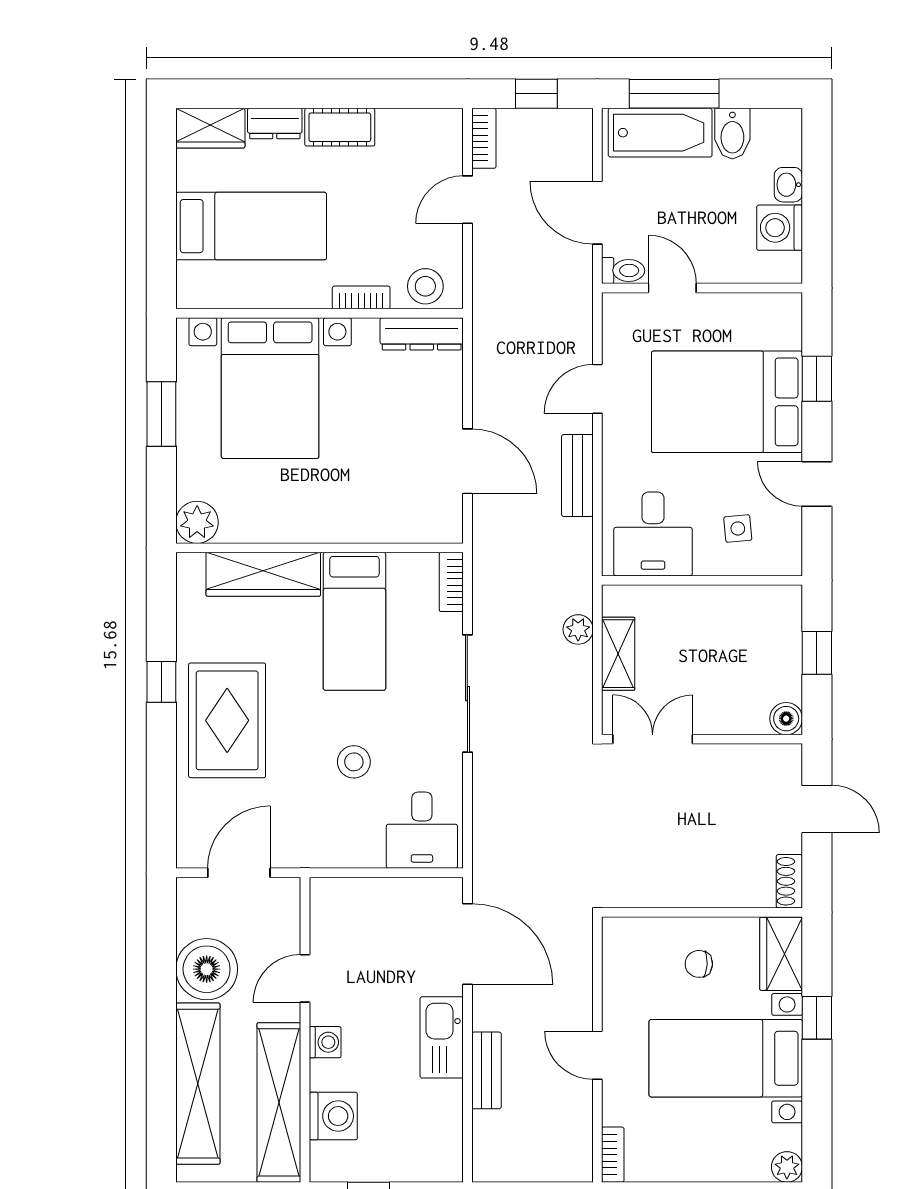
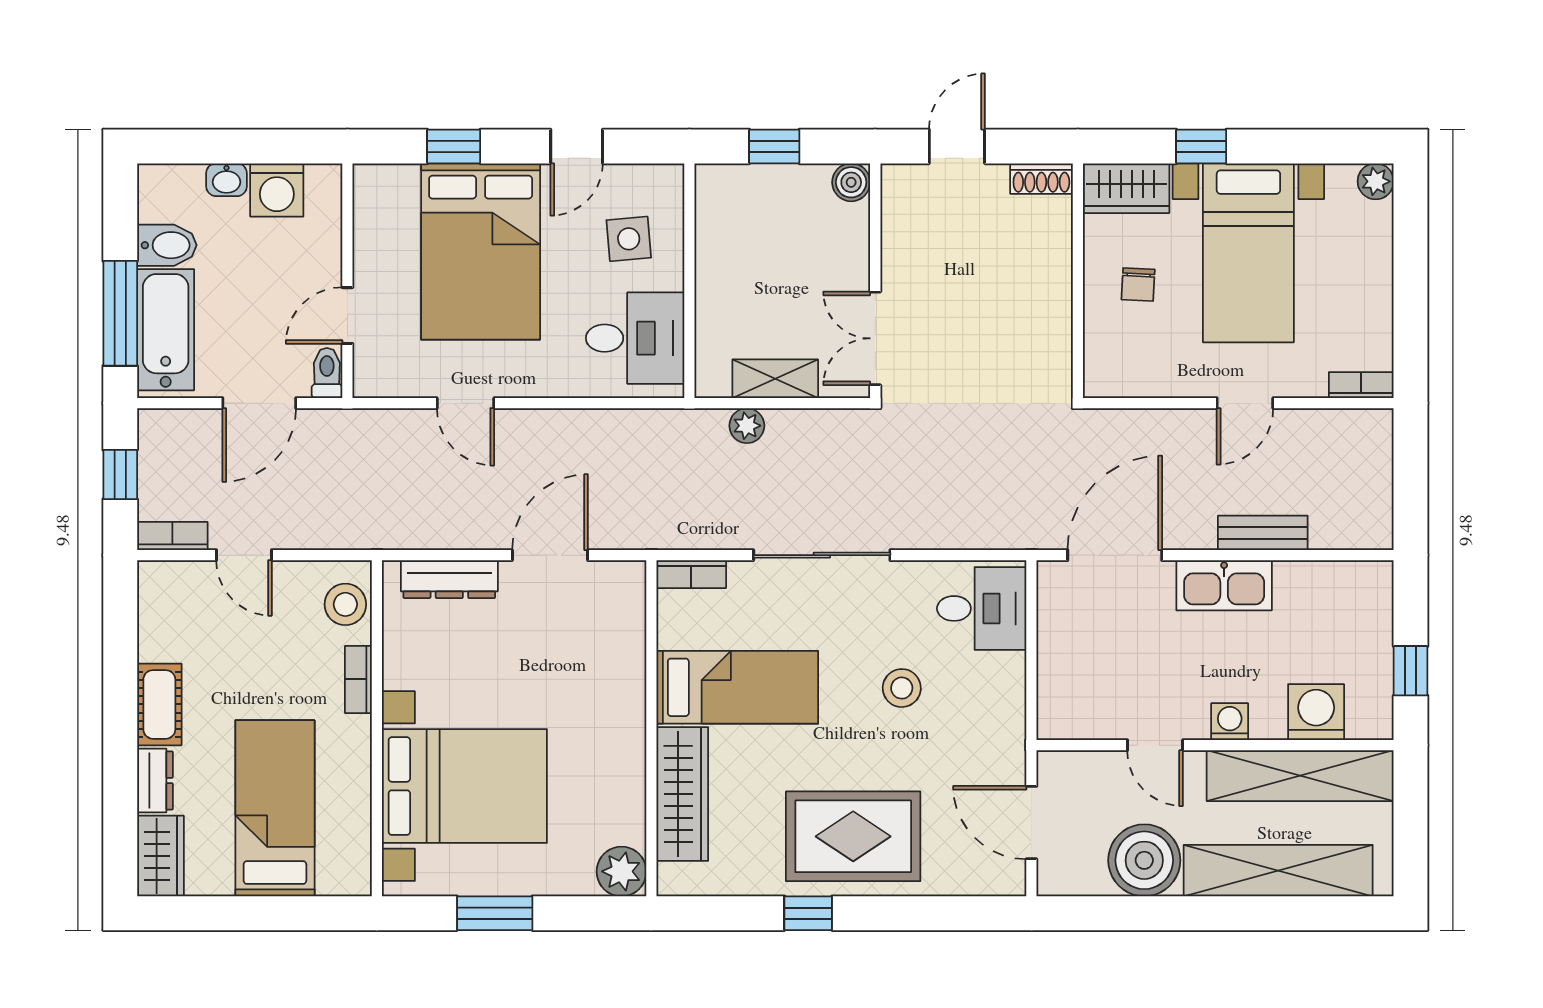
dresser: (422, 334) -> (449, 579), moved, turned 90
bench: (577, 476) -> (567, 427), removed
side table: (738, 528) -> (629, 239), width x1.37, depth x1.37

